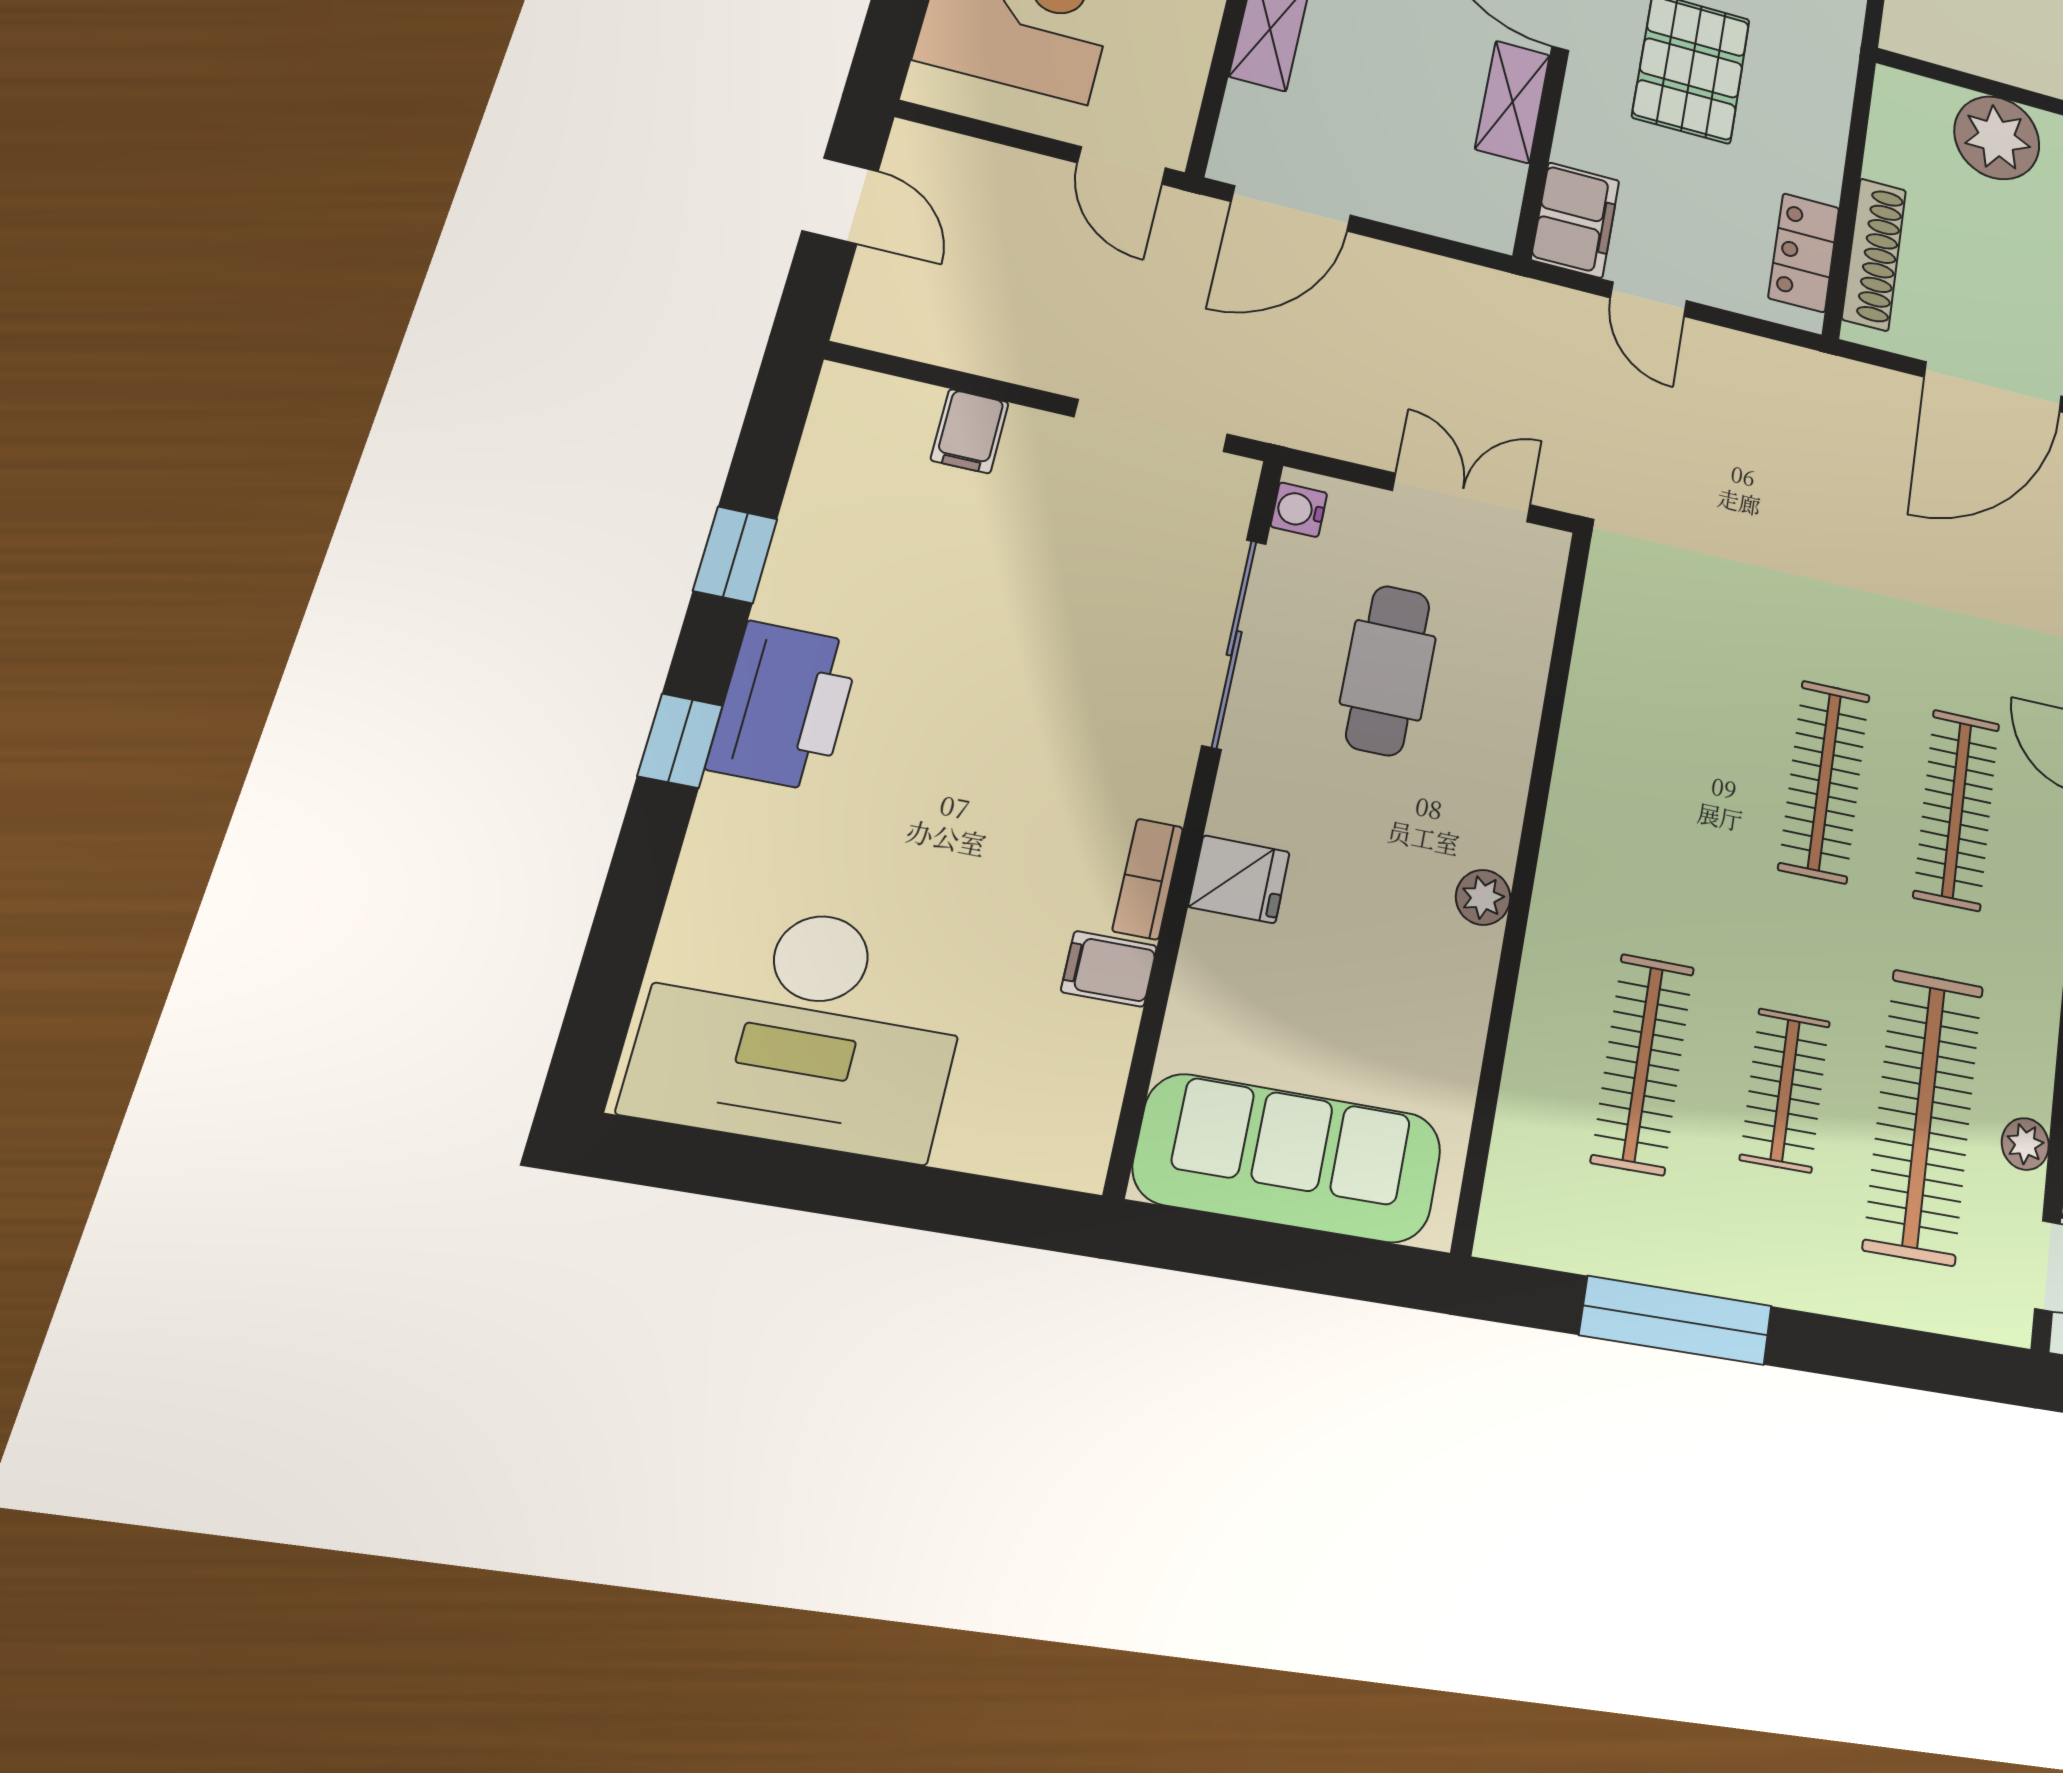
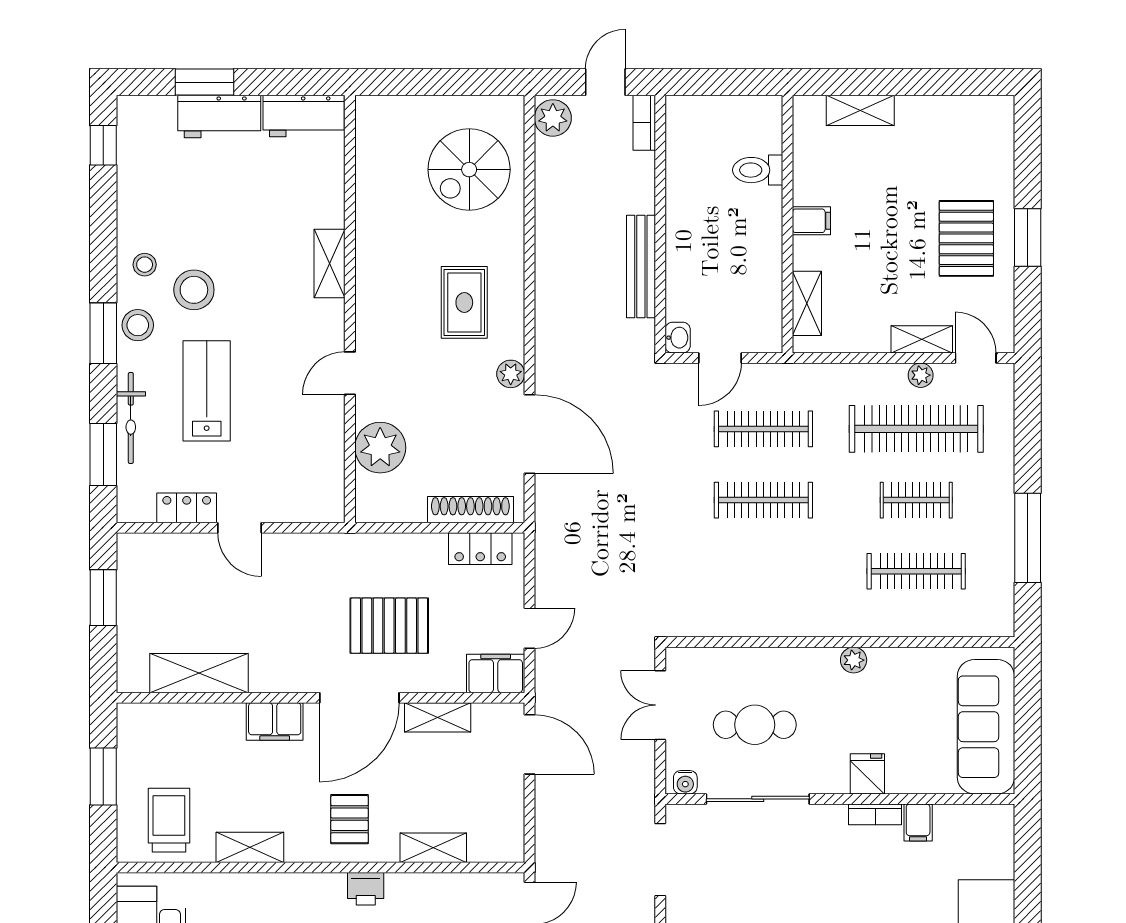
door: (1291, 208) -> (530, 744), moved

